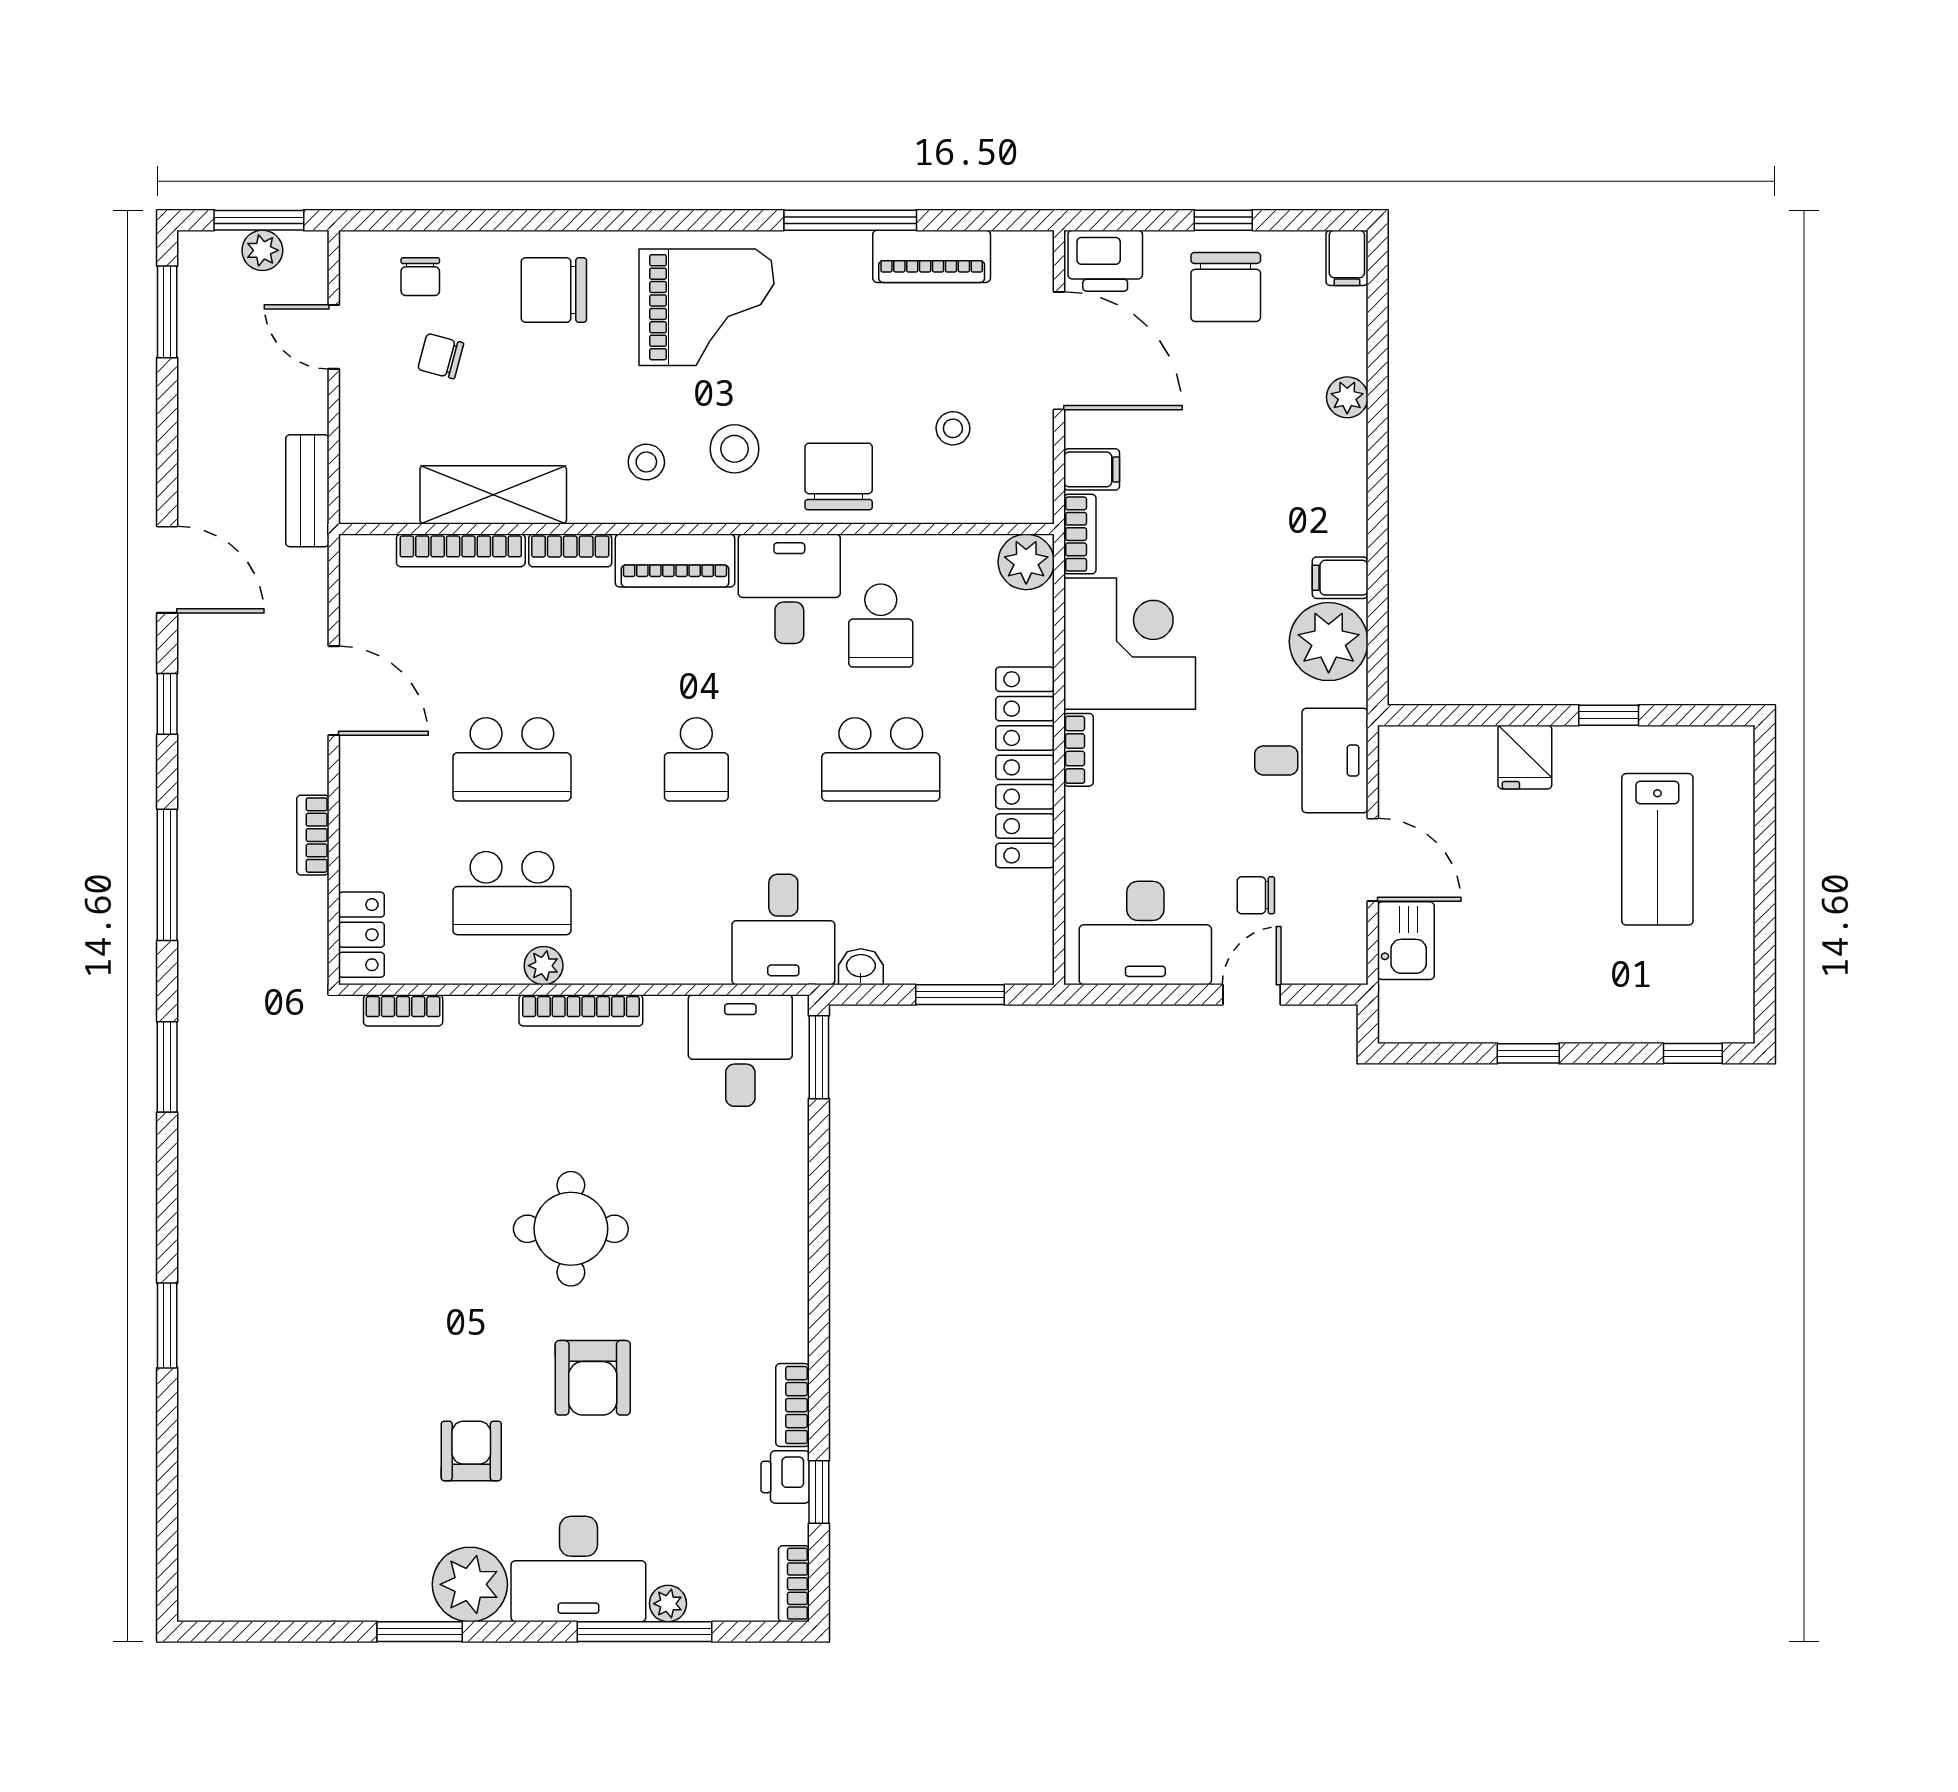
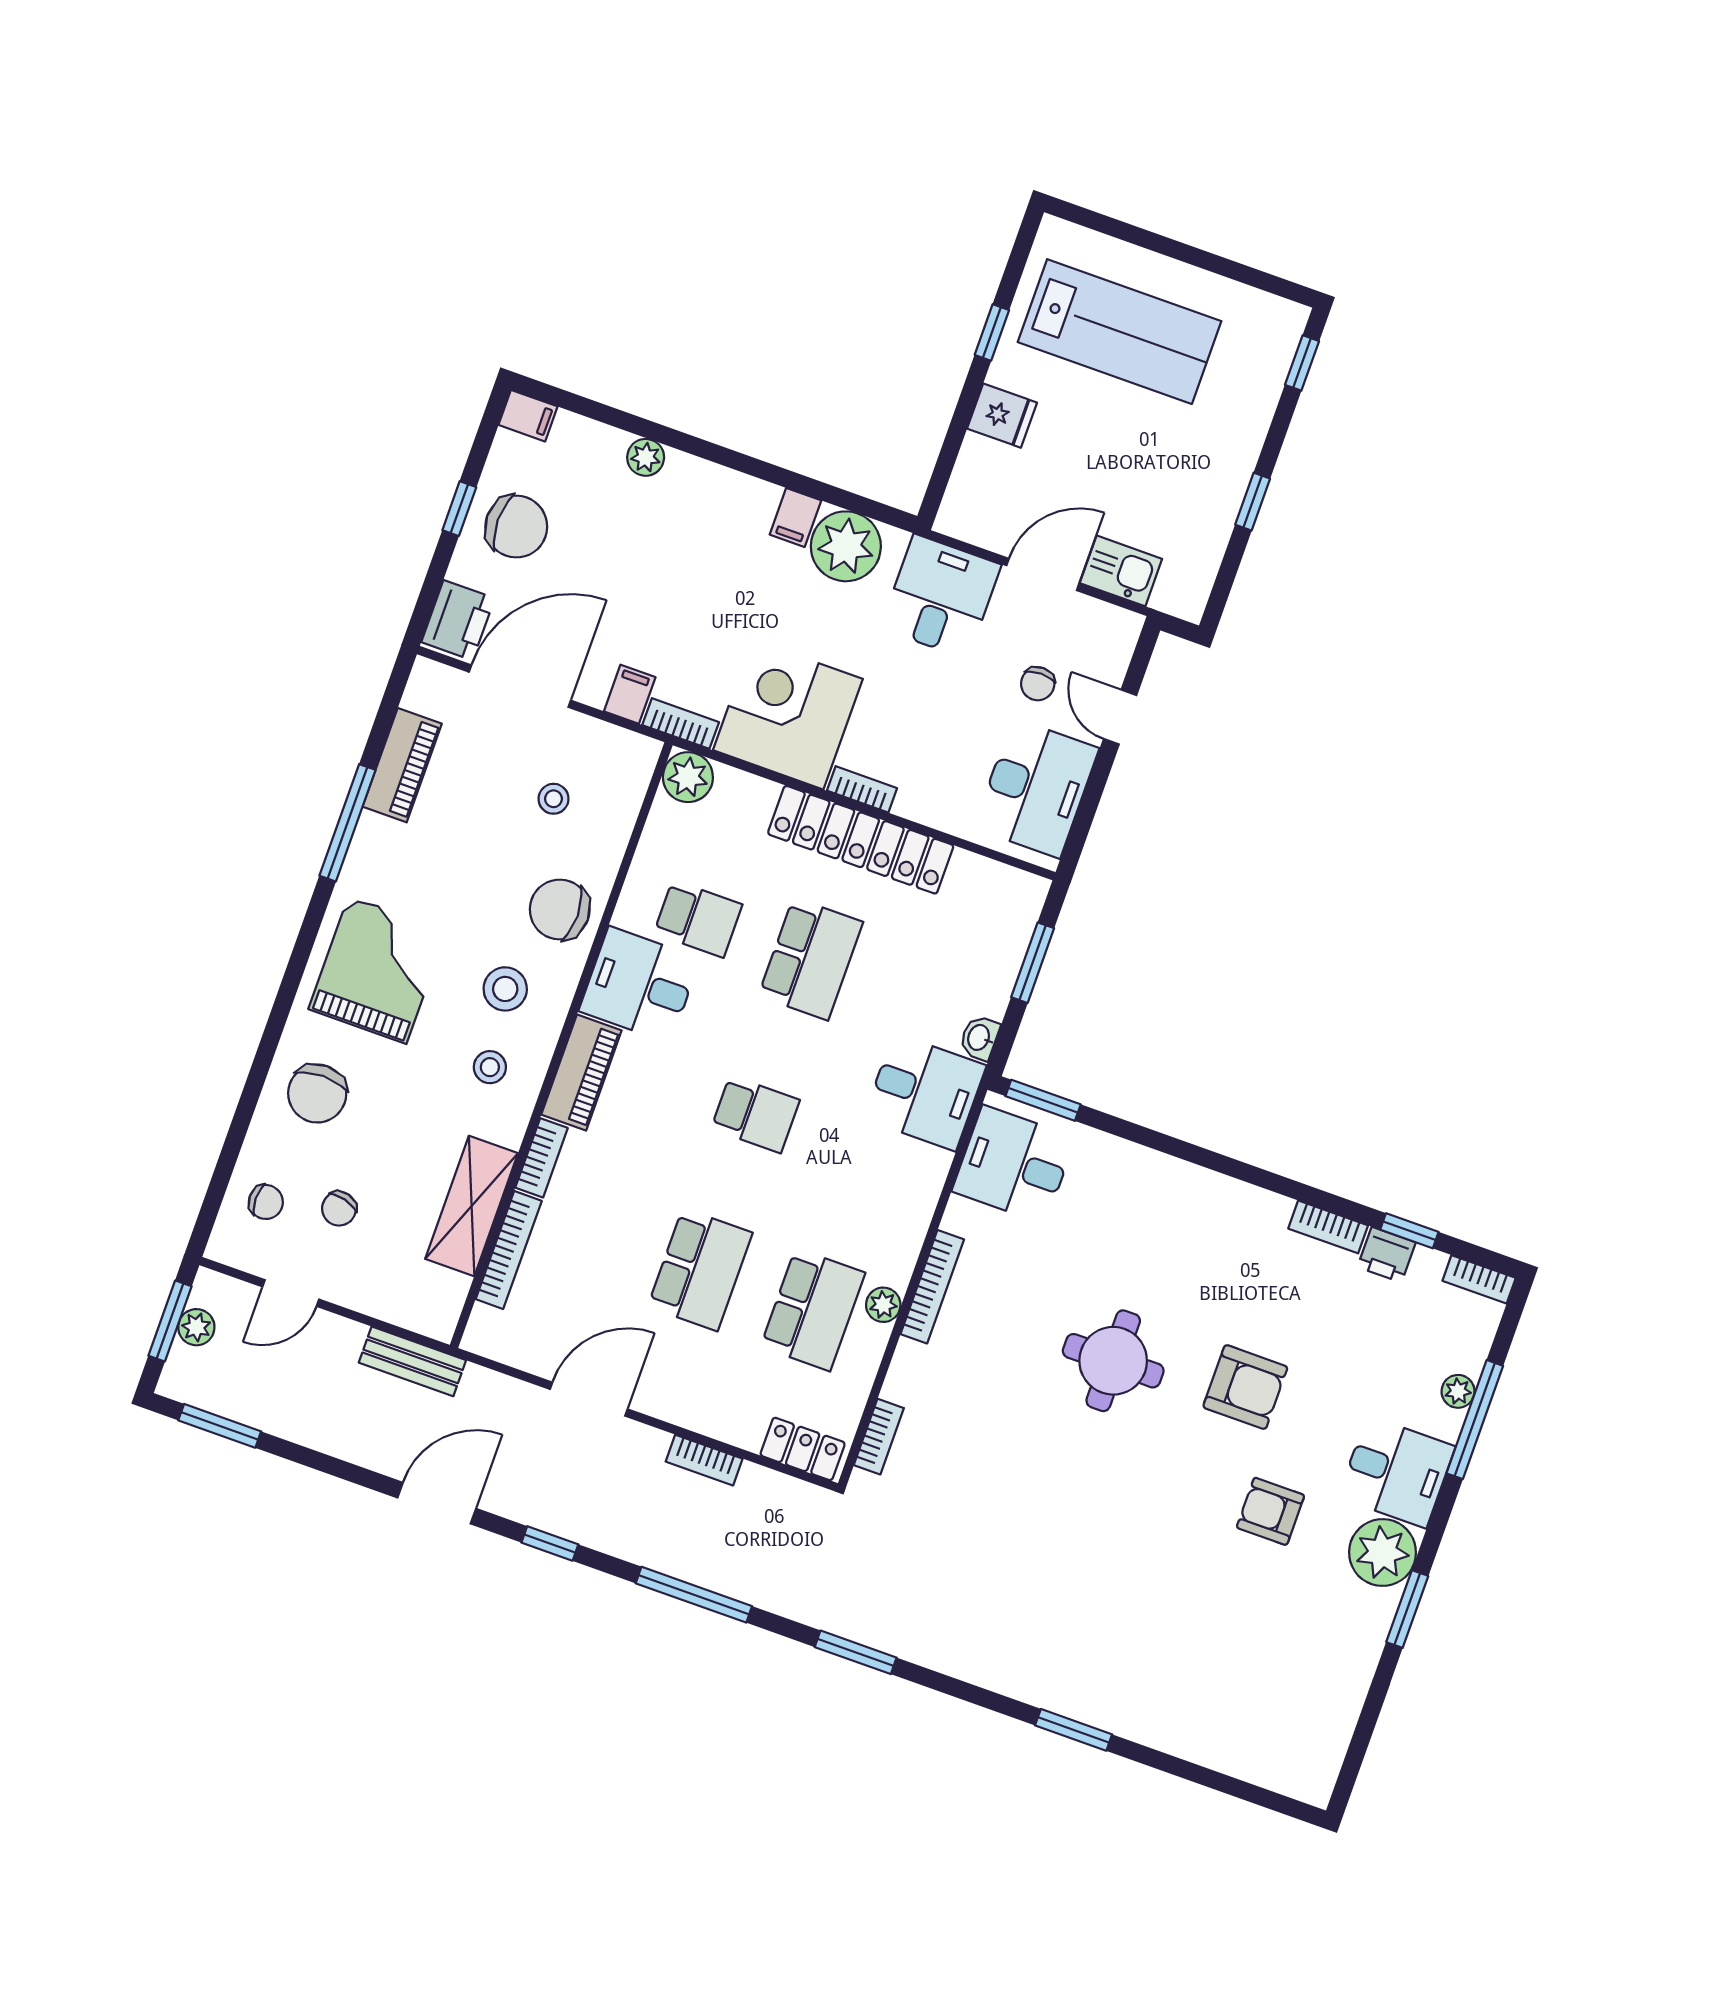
lab bench: (1657, 849) -> (1119, 332), width x1.36, depth x1.39
desk: (578, 1569) -> (1397, 1472), width x0.73

